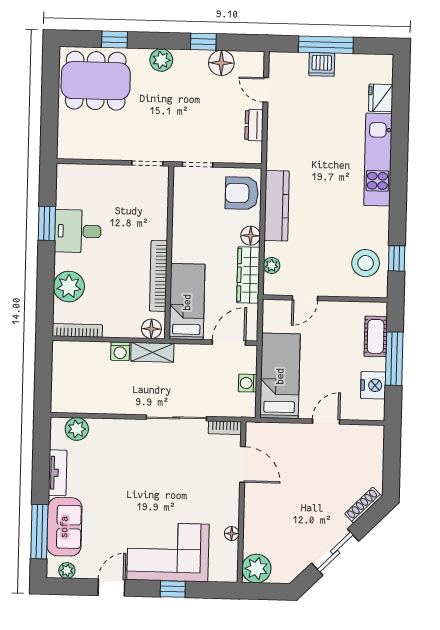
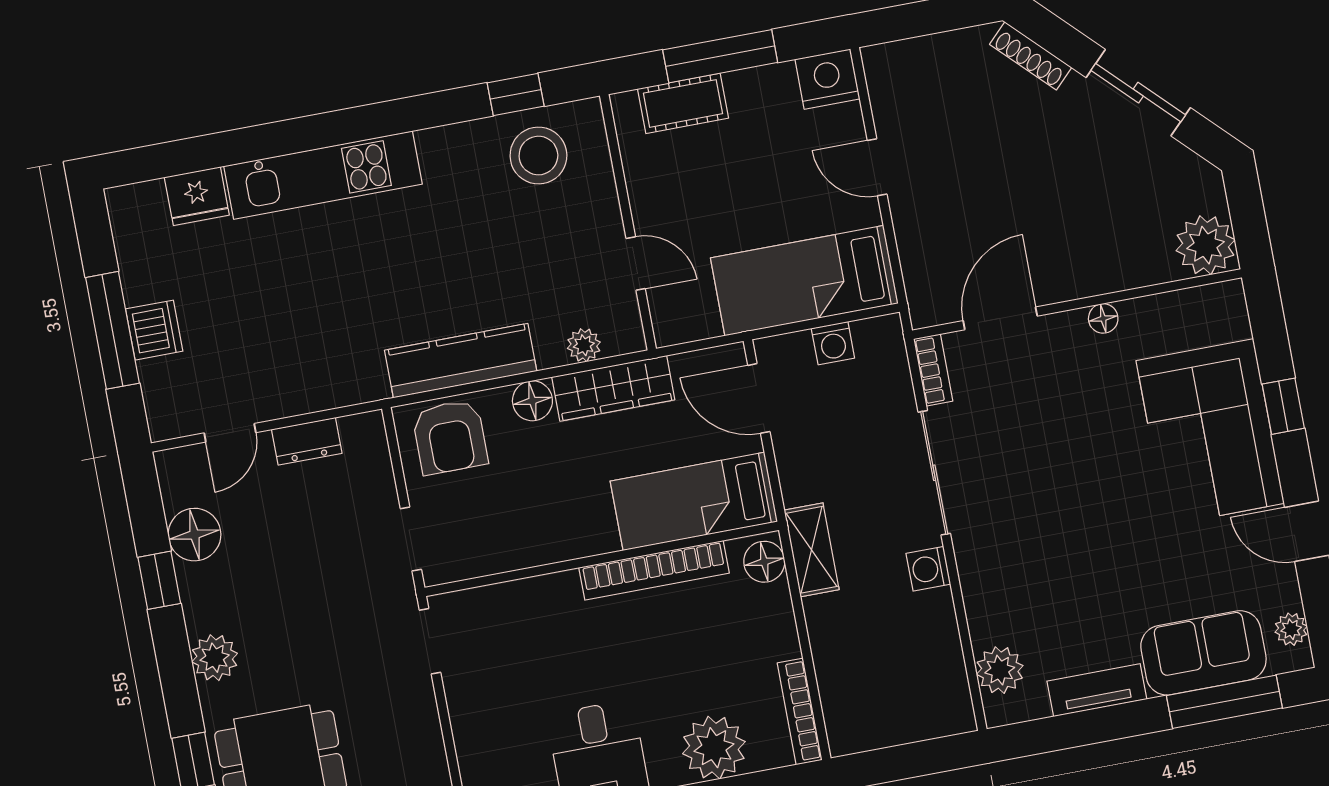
washing machine: (120, 351) -> (928, 569), moved, turned 180
nightstand: (373, 385) -> (827, 79), moved
floor lamp: (232, 534) -> (1103, 318), moved

